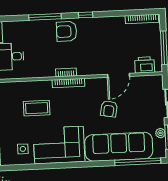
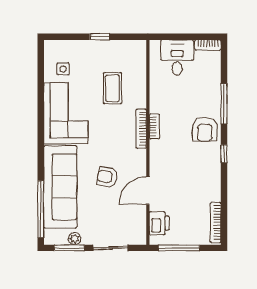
armchair: (67, 31) -> (205, 129), turned 180
door: (118, 75) -> (148, 191), hinge flipped

